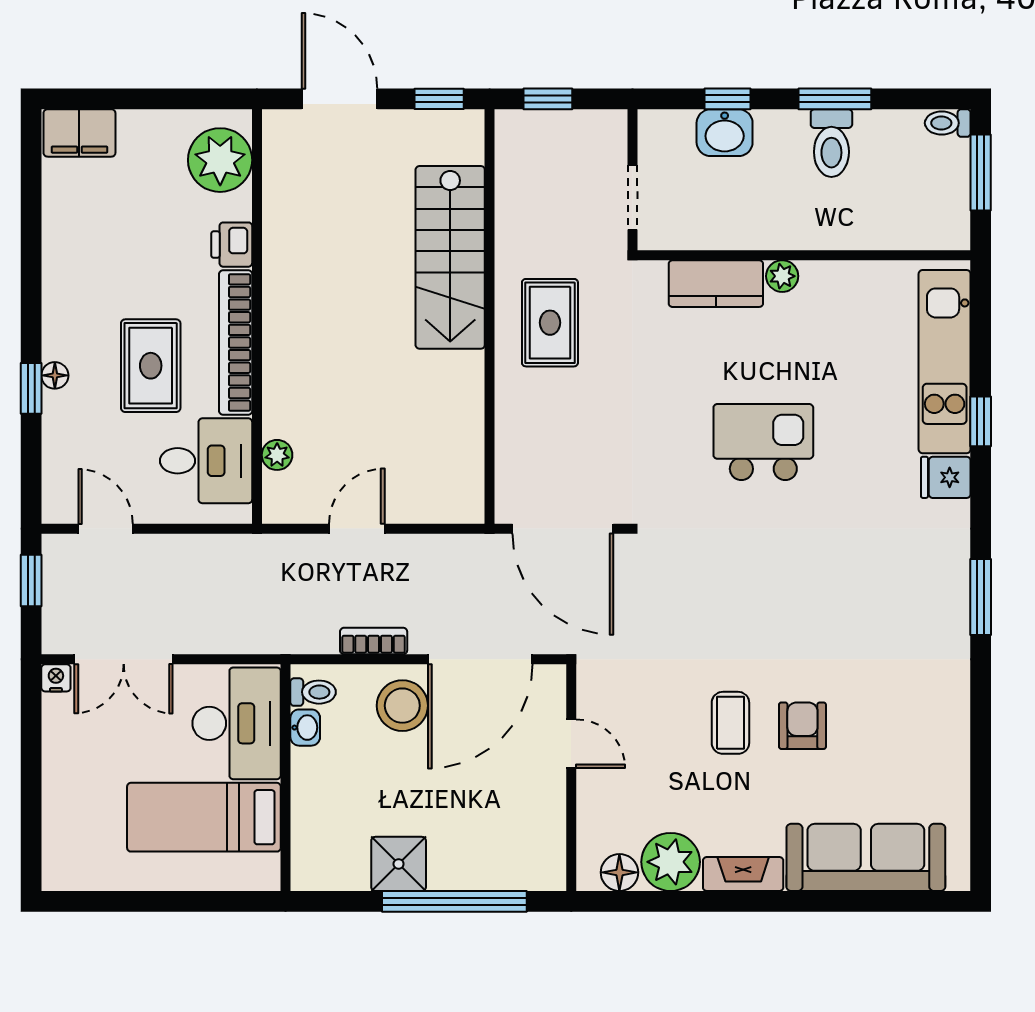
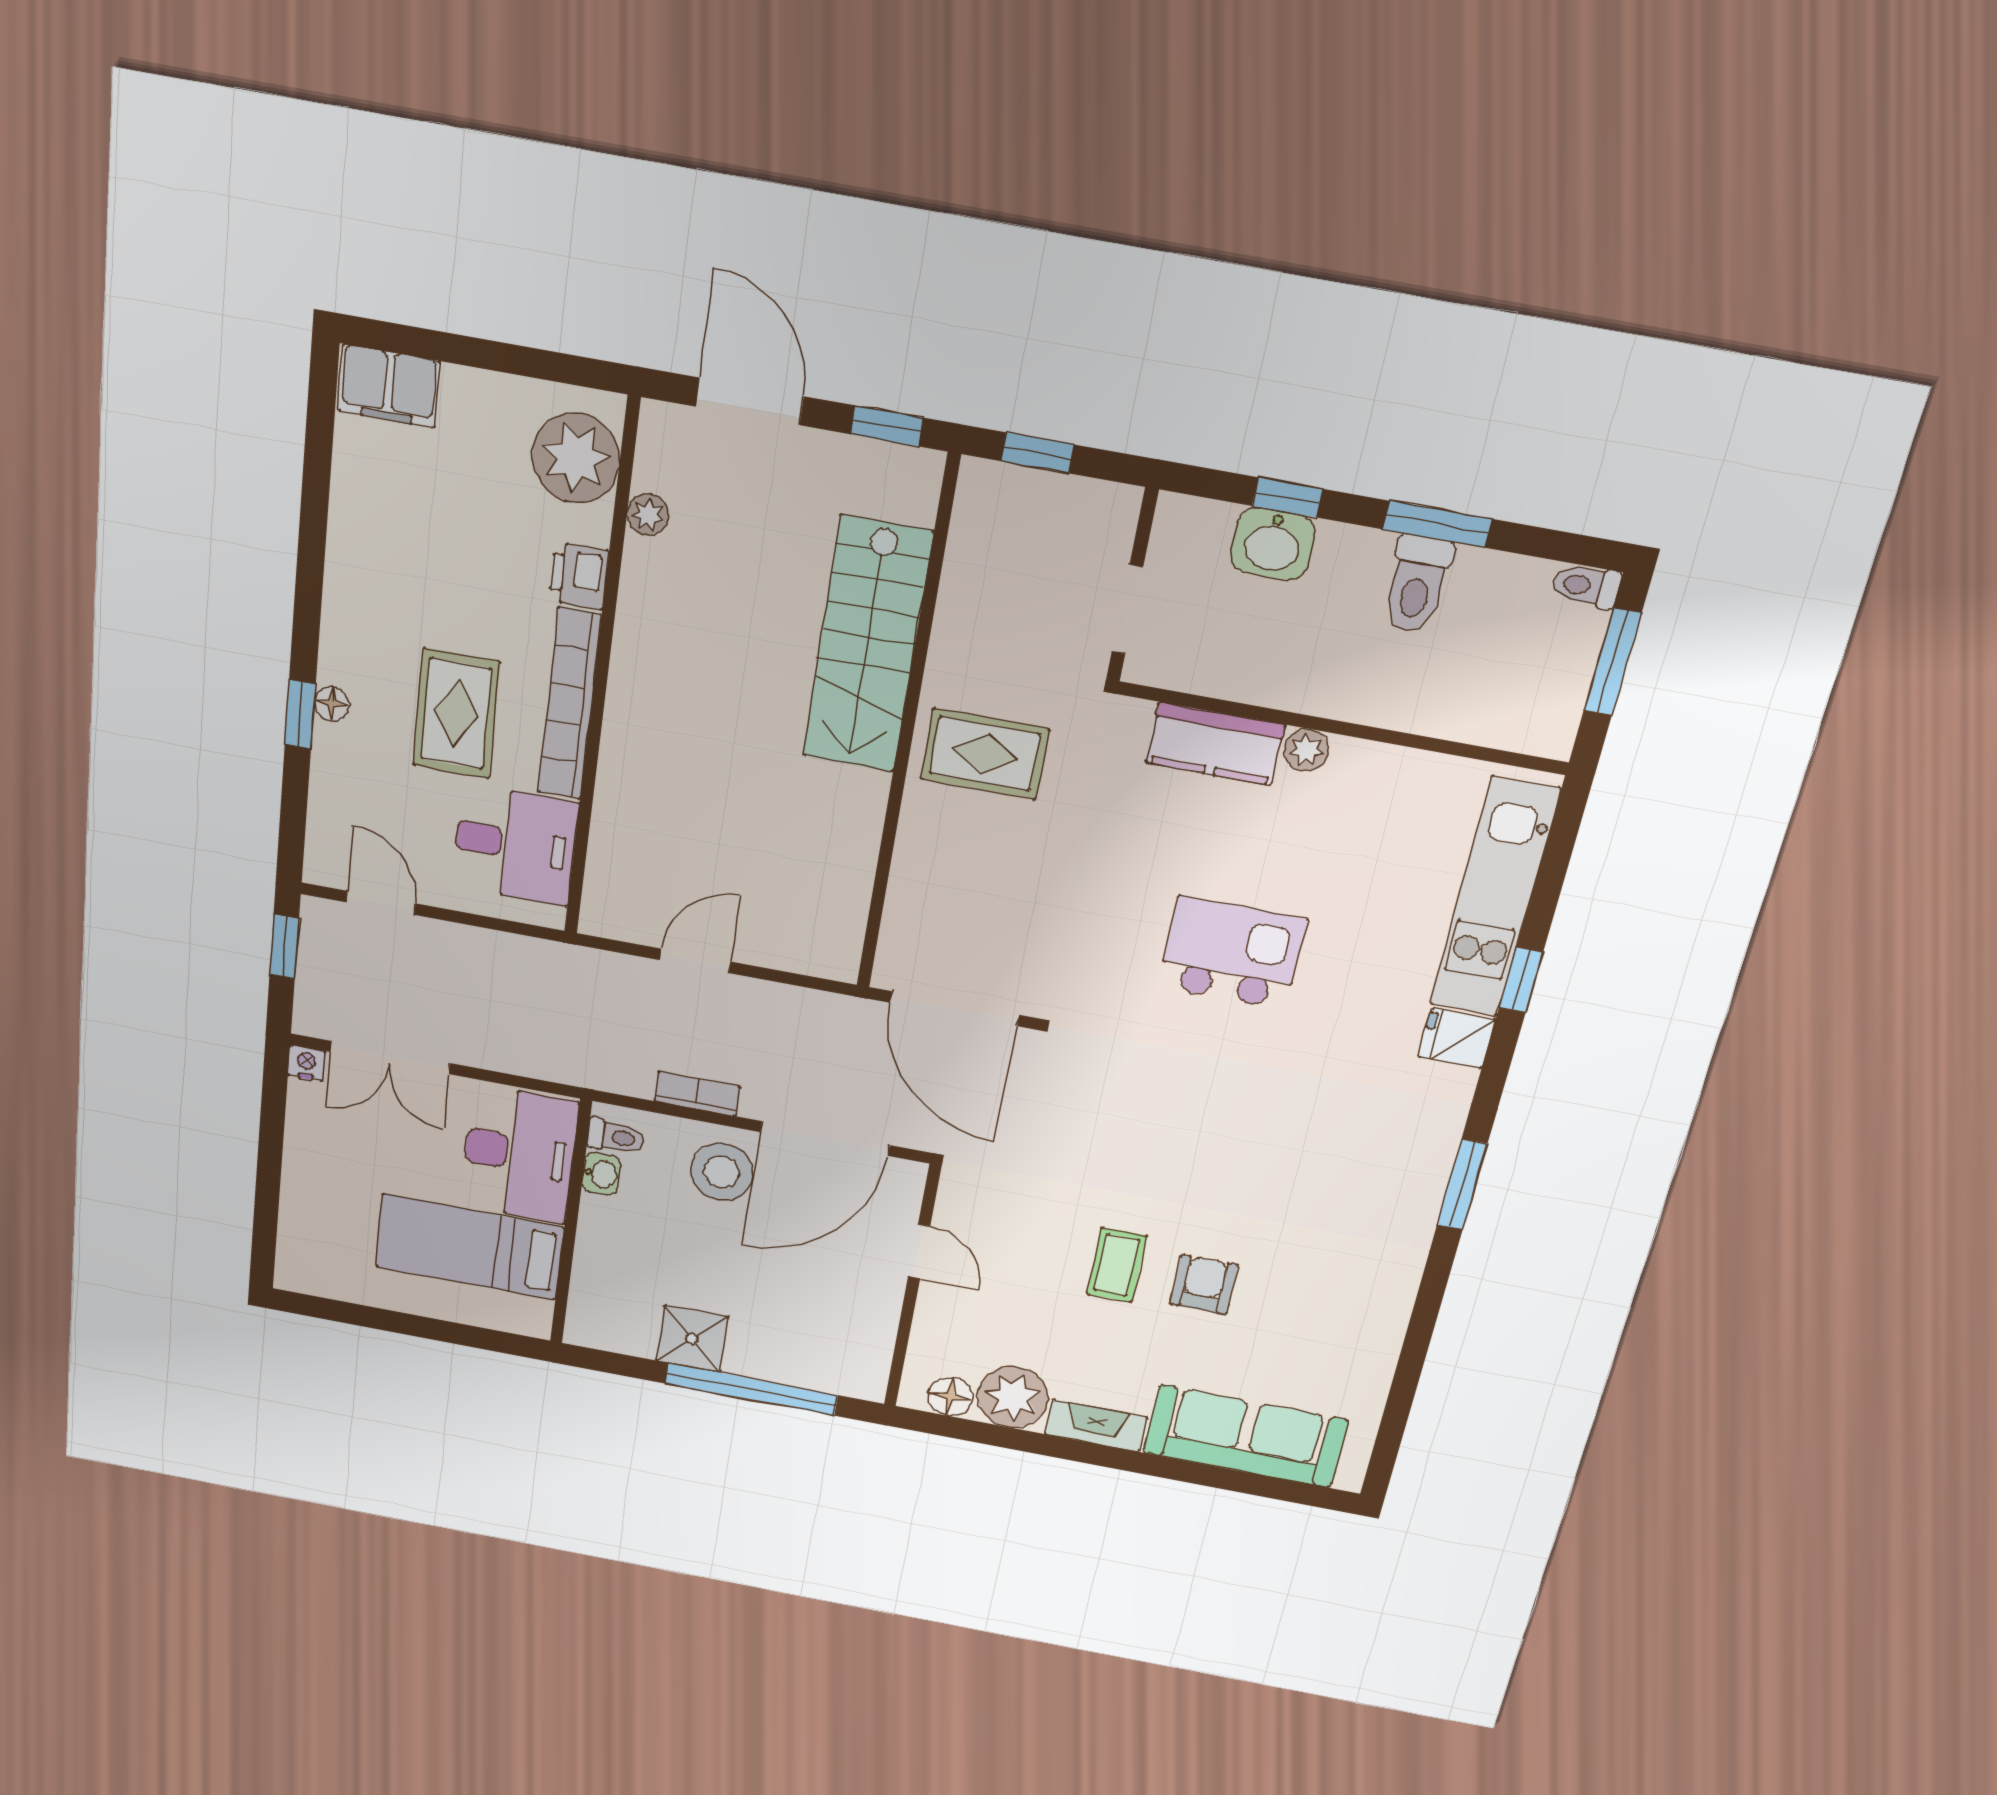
rug: (550, 323) -> (985, 754), turned 90
plant: (277, 455) -> (648, 515), moved

